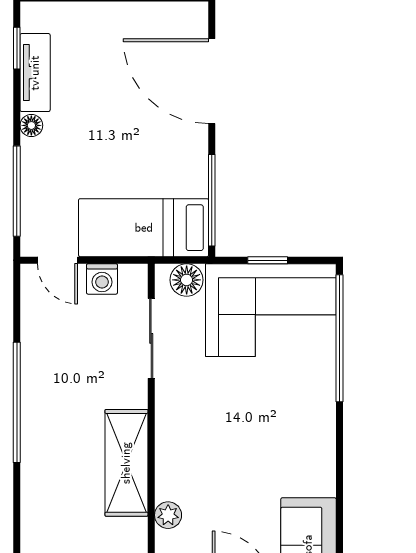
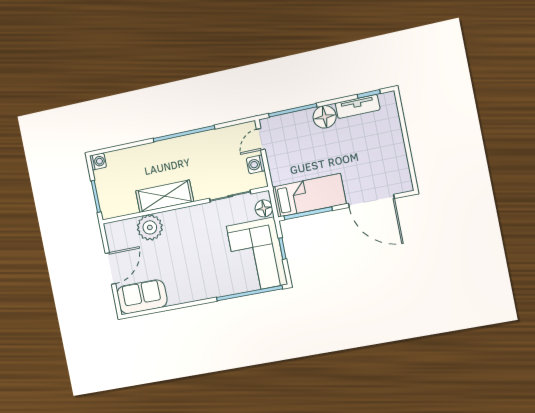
door: (212, 81) -> (371, 201), swing flipped
floor lamp: (31, 125) -> (325, 117), width x1.89, depth x1.89
bed: (144, 228) -> (309, 195), moved, turned 90
plant: (168, 515) -> (150, 227), width x1.88, depth x1.88

